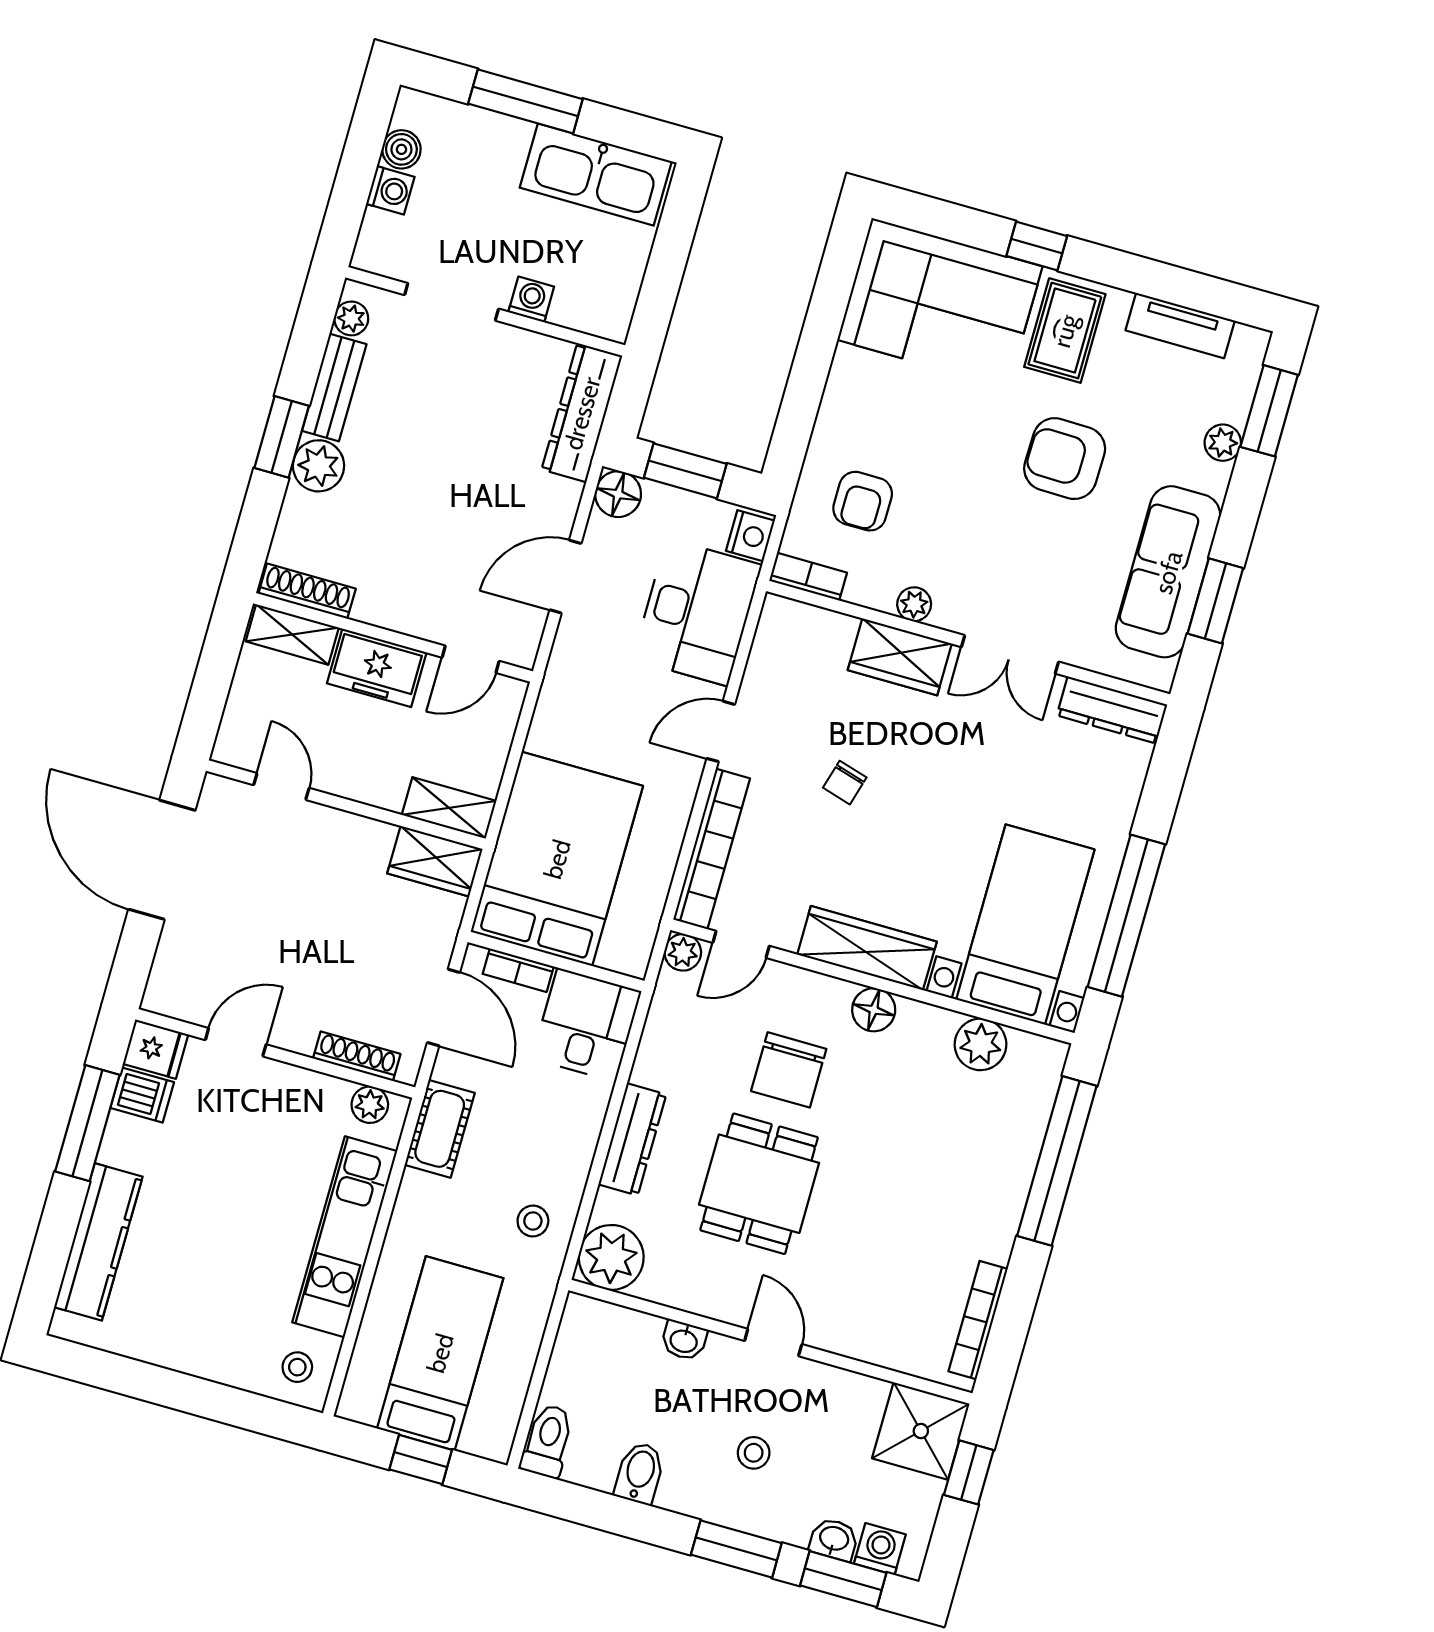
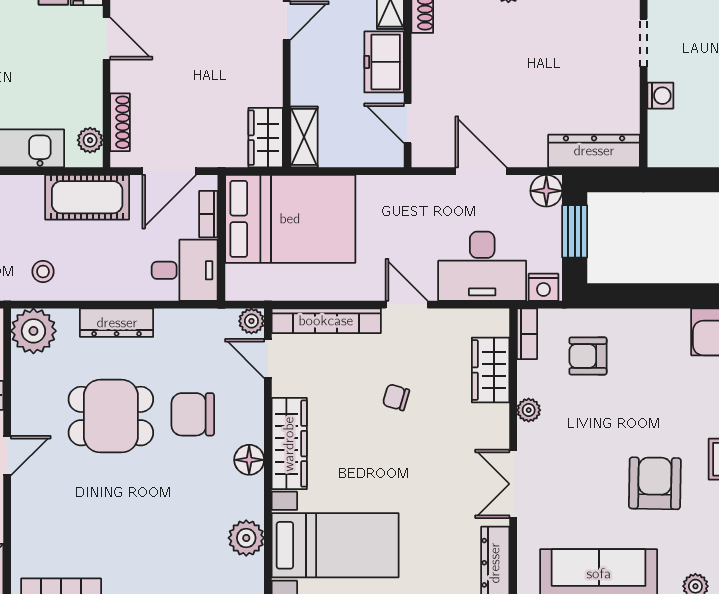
doorway: (452, 302) -> (644, 43), width x0.73
wardrobe: (900, 657) -> (491, 370), moved
cot: (440, 1129) -> (87, 197), width x1.37, depth x1.34

